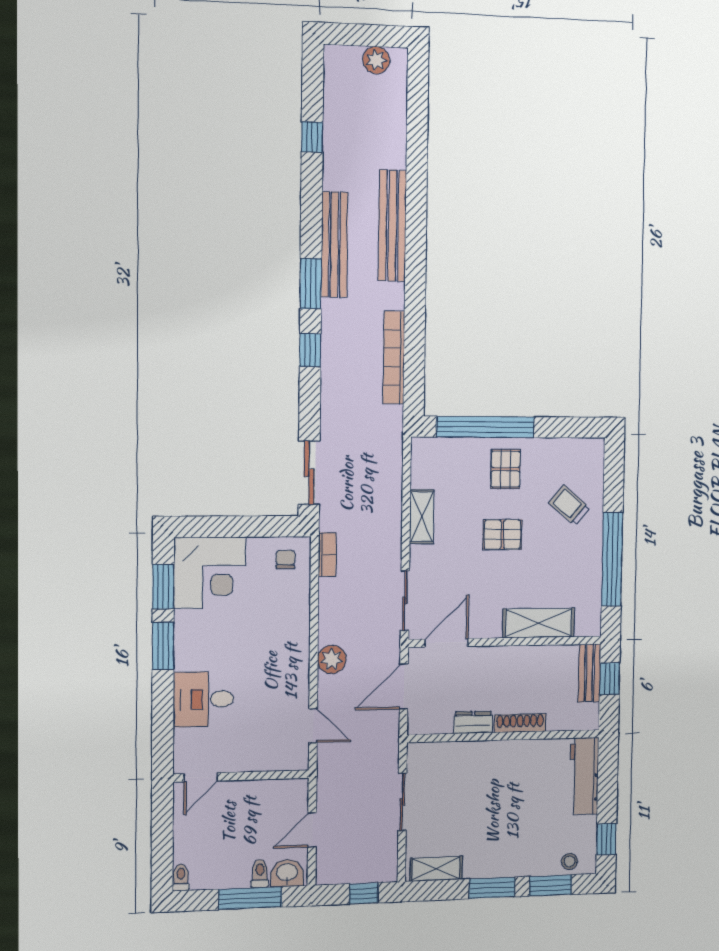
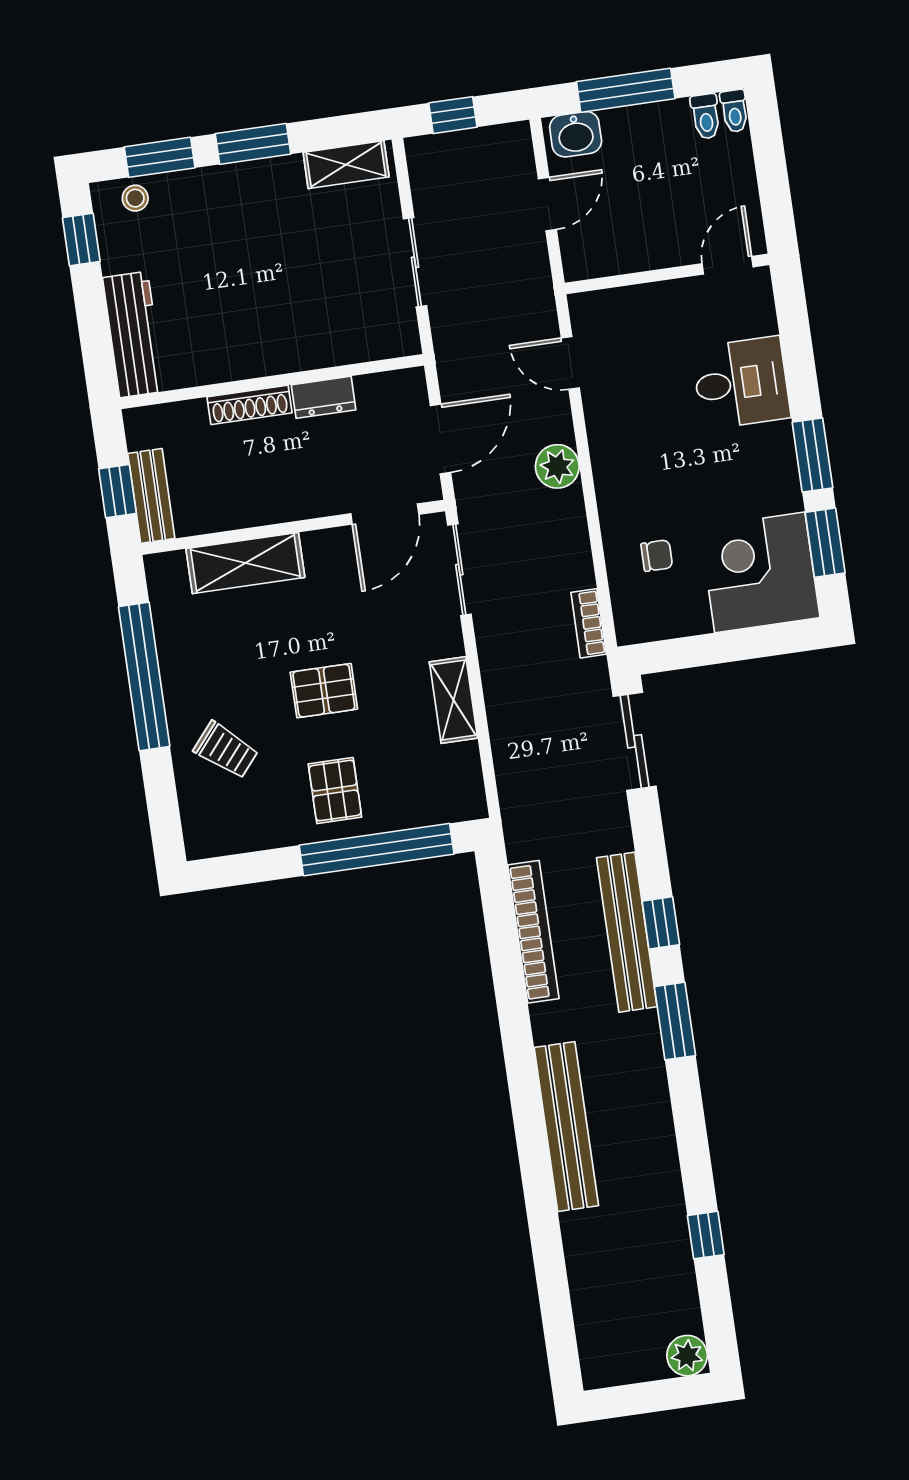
plant: (376, 60) -> (687, 1356), moved
bench: (334, 245) -> (627, 932), moved
chair: (285, 559) -> (657, 556), moved, turned -90
toilet: (260, 874) -> (706, 116), moved

